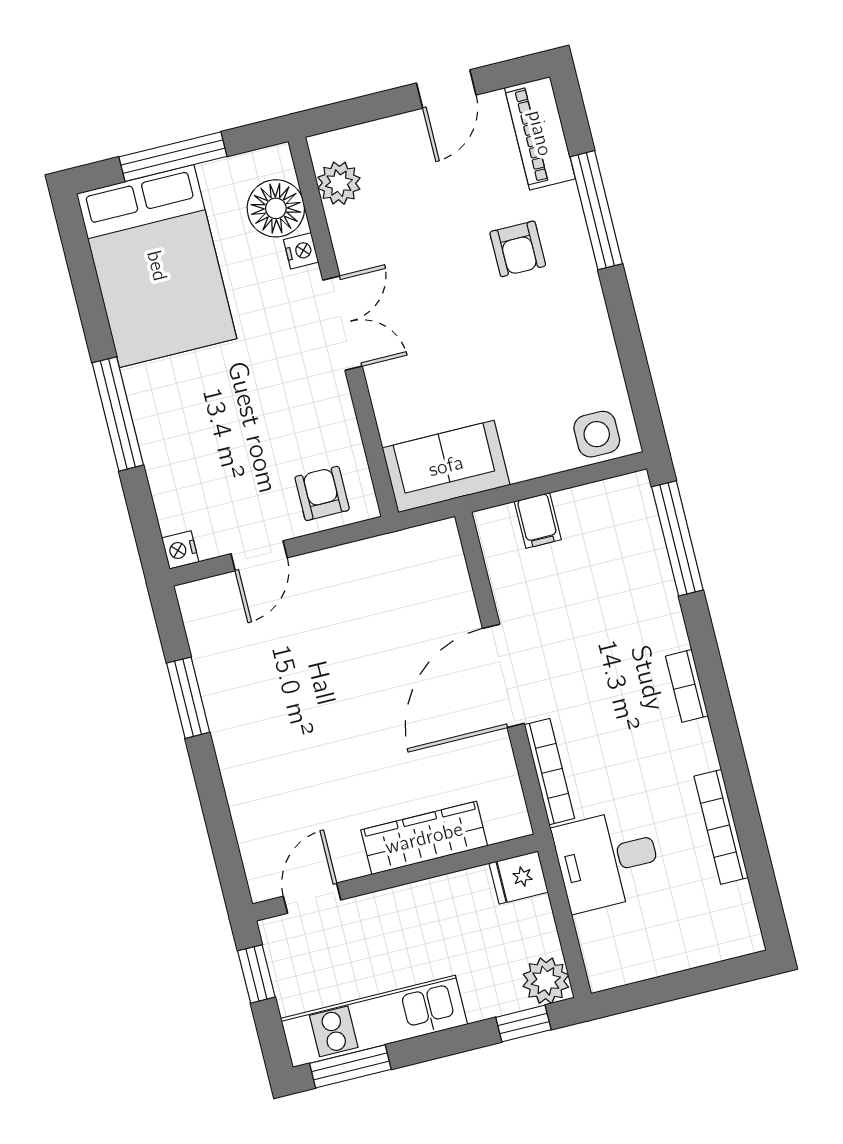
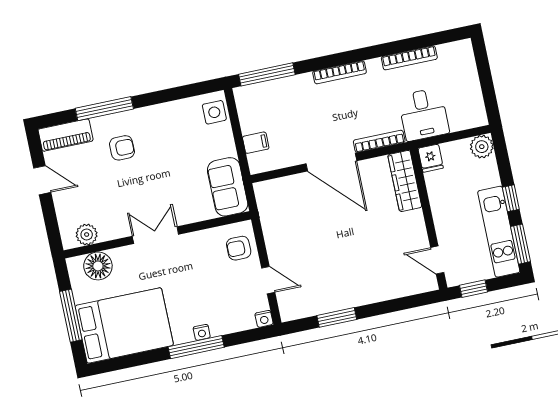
nightstand: (301, 251) -> (202, 332), moved, turned 180
bookcase: (687, 686) -> (339, 72), width x1.56
wardrobe: (424, 838) -> (405, 181), moved
window: (523, 1024) -> (511, 198), moved

